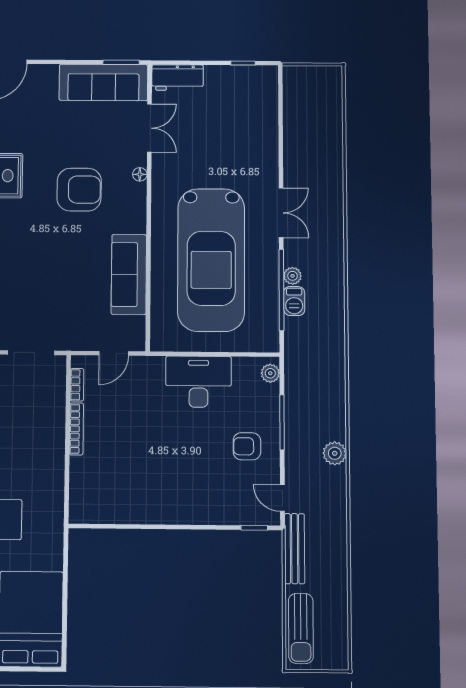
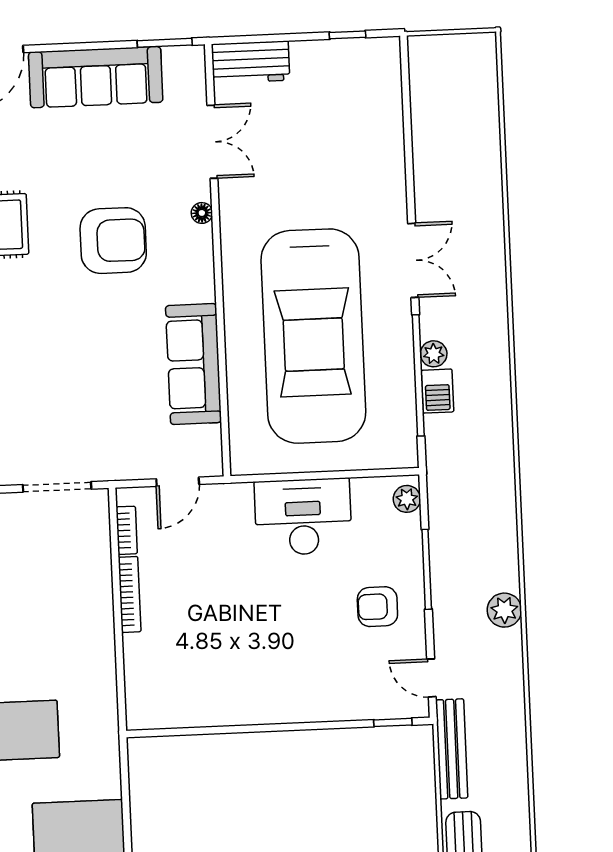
sofa: (103, 82) -> (96, 77), moved

